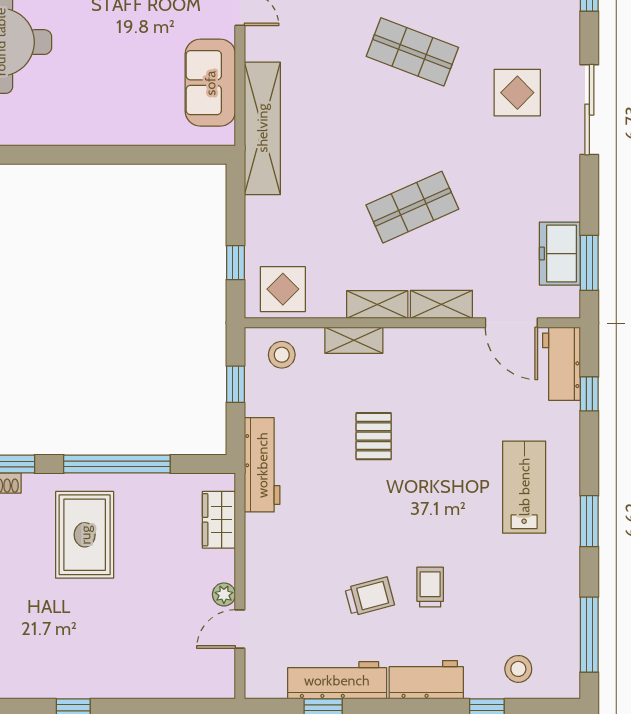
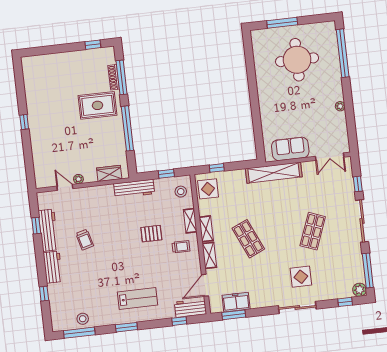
rug: (85, 535) -> (98, 105), moved
trolley: (430, 587) -> (181, 247), moved
stool: (518, 669) -> (83, 319), moved

